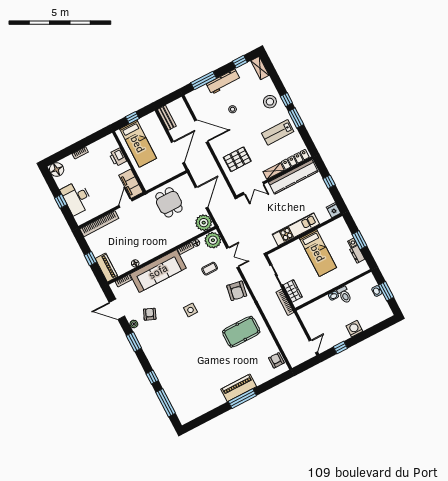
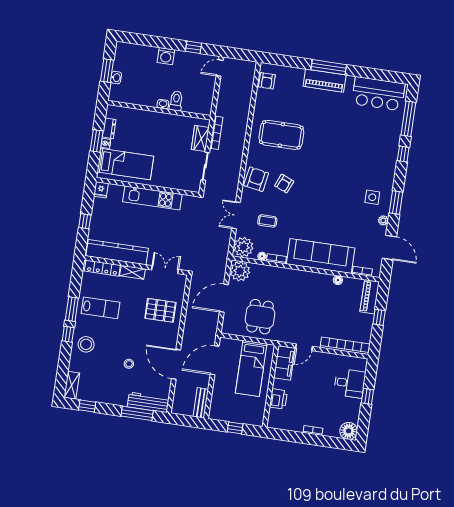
workbench: (223, 82) -> (148, 402), moved
bed: (138, 144) -> (251, 368), moved, turned 180
desk: (77, 198) -> (350, 383), width x0.73
bed: (318, 253) -> (125, 164), moved, turned 90
toilet: (344, 295) -> (176, 101), moved
side table: (191, 310) -> (372, 197), moved
armchair: (150, 314) -> (284, 184), moved
bar counter: (197, 405) -> (378, 94), added

